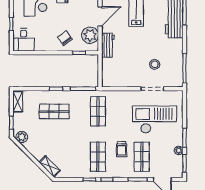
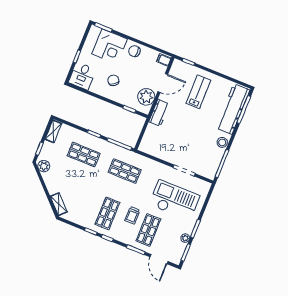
chair: (65, 38) -> (113, 80), moved
stool: (155, 64) -> (222, 142), moved
shop shelf: (98, 111) -> (125, 171), turned 90

